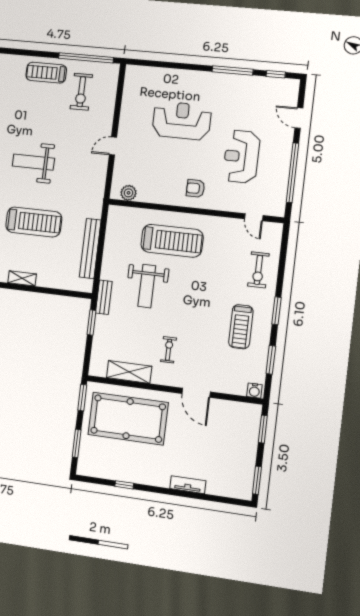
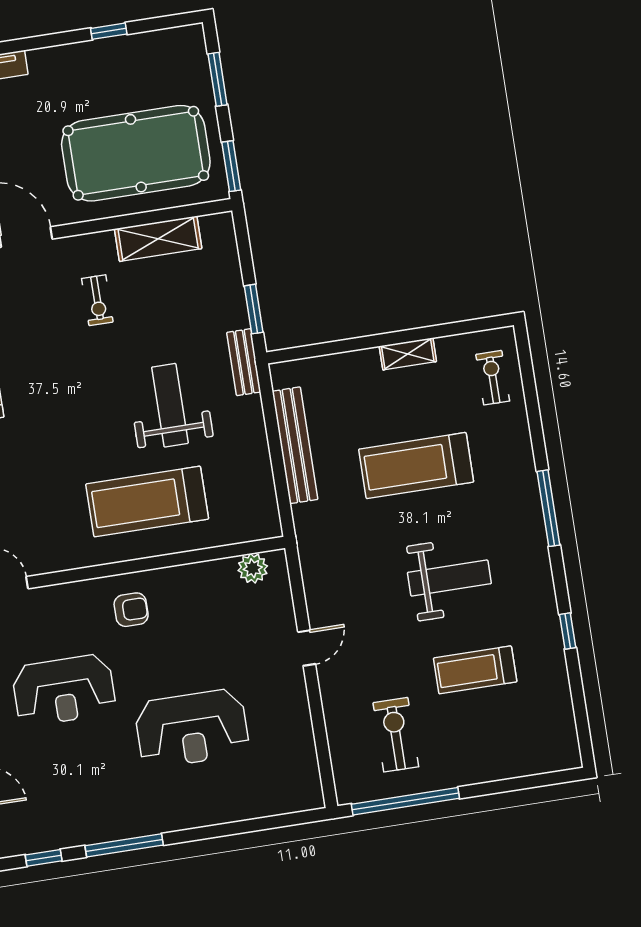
treadmill: (46, 73) -> (475, 670), moved, turned 180
reception desk: (241, 157) -> (64, 690), turned 90

